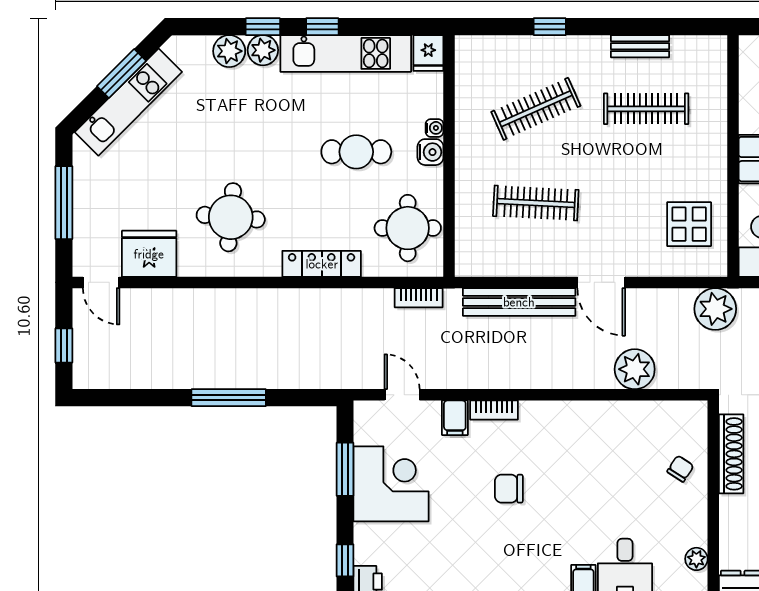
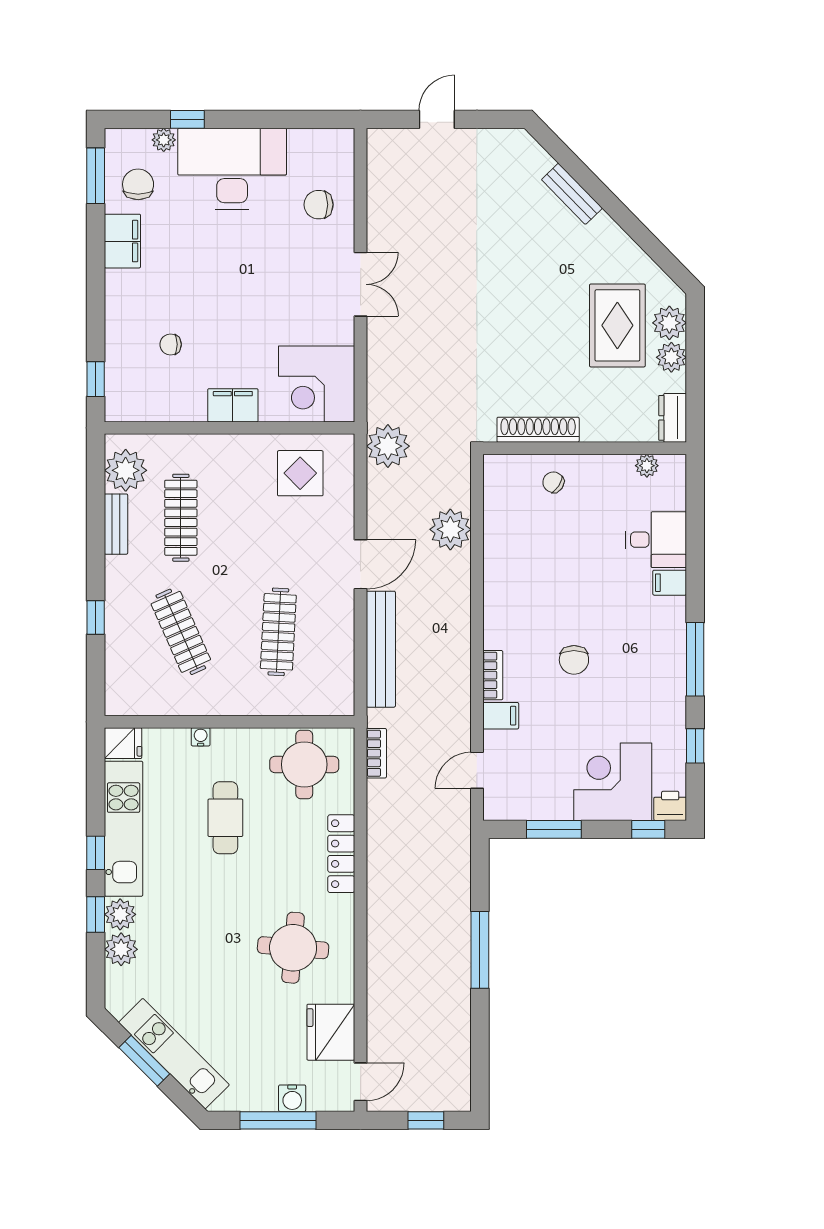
plant: (692, 55) -> (126, 470), added
water cooler: (430, 152) -> (292, 1098), moved, turned 180
corner desk: (391, 484) -> (613, 782), moved

